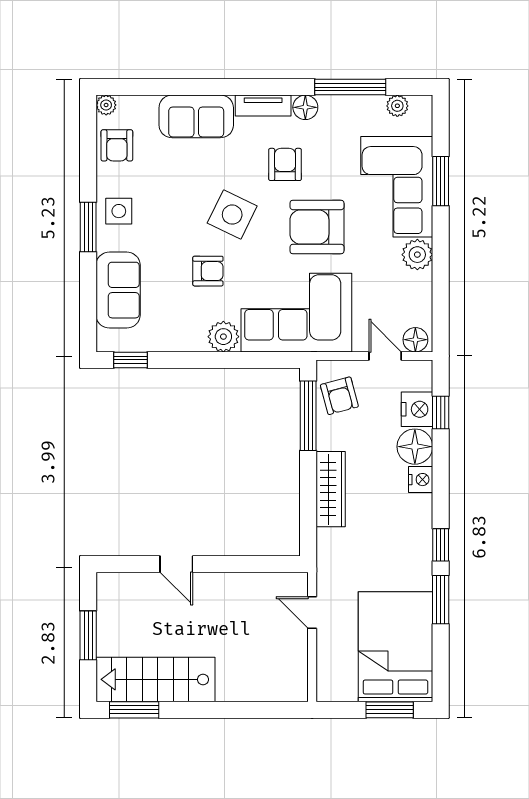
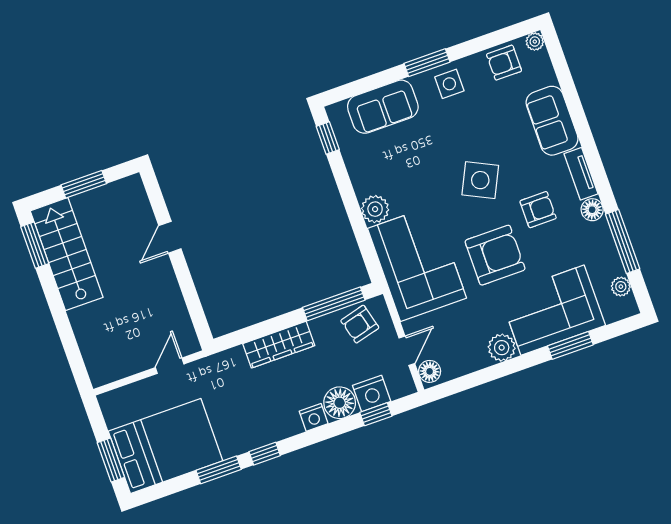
armchair: (317, 227) -> (495, 255), turned 90
armchair: (208, 271) -> (426, 177), removed

